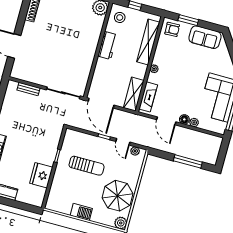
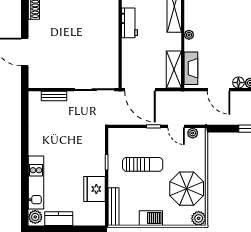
bench: (53, 194) -> (113, 207), added

